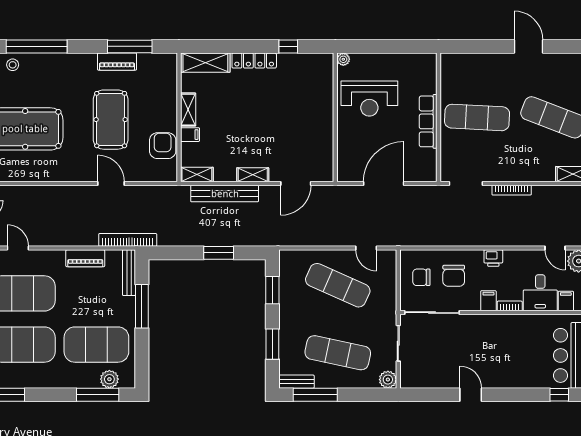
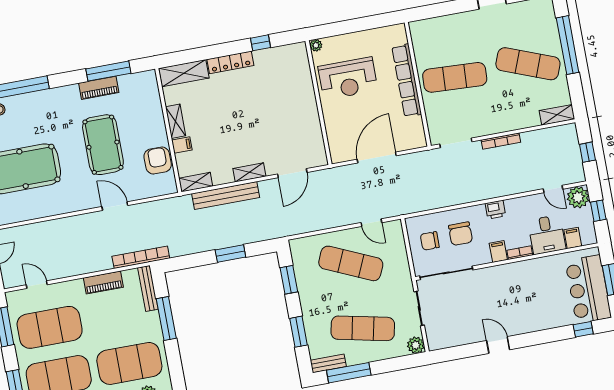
row of seats: (428, 121) -> (407, 80), width x1.36

